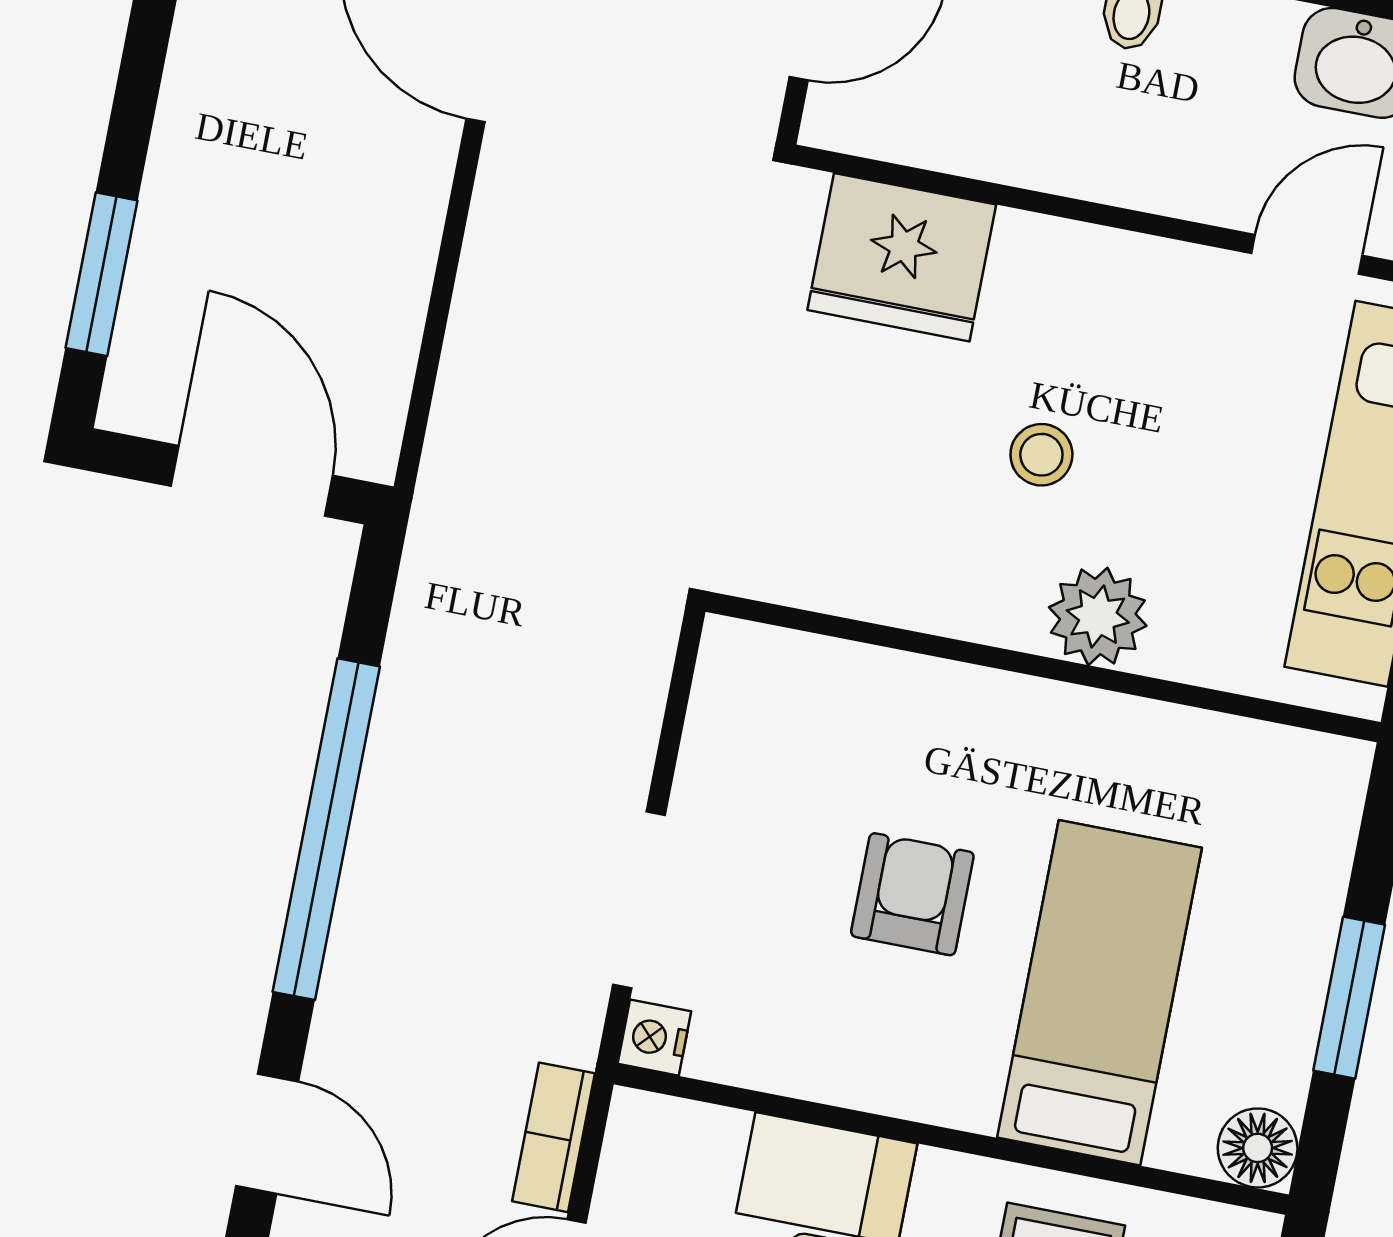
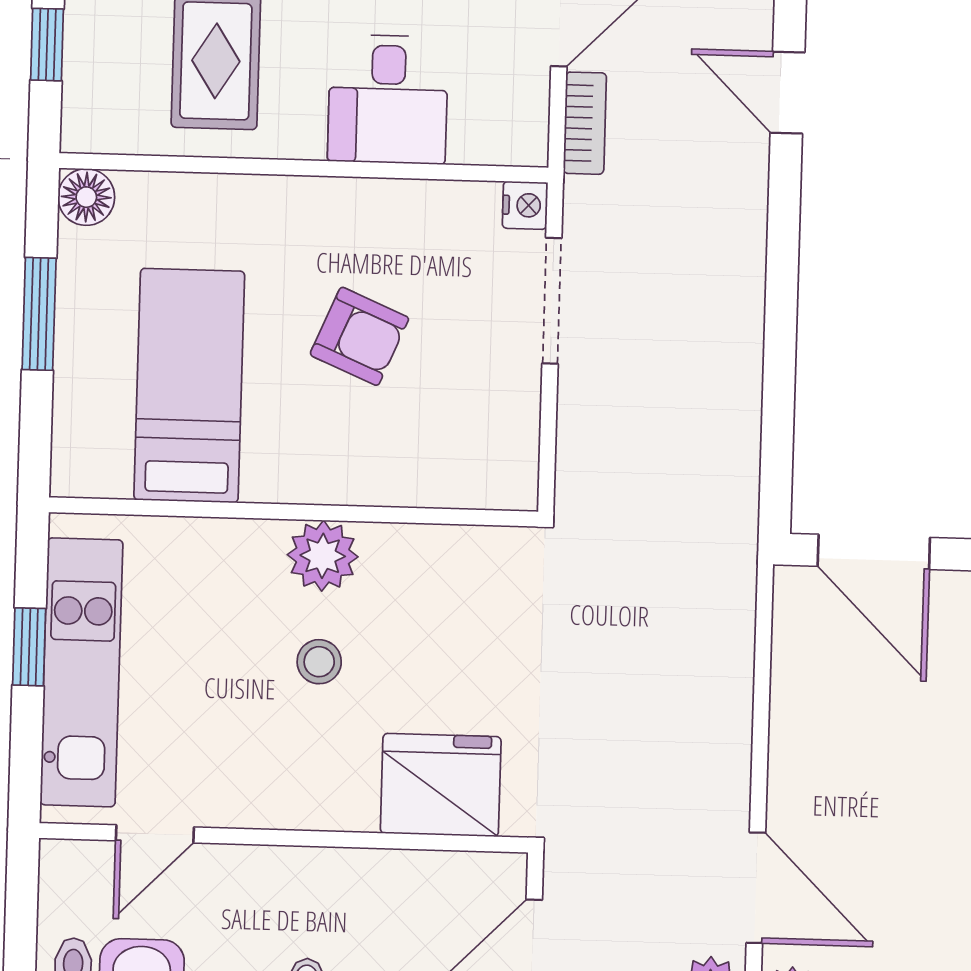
plant: (1098, 617) -> (323, 556), moved
window: (326, 829) -> (781, 314), removed
armchair: (912, 894) -> (359, 336), turned -67
bed: (1099, 993) -> (189, 386), moved, turned 180

